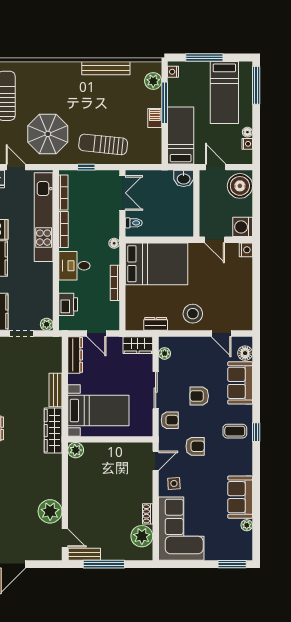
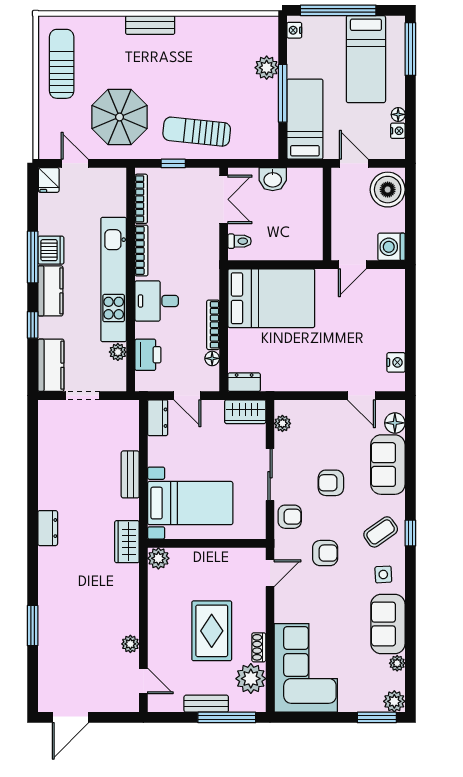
window: (204, 58) -> (338, 10), width x1.46
bench: (106, 68) -> (150, 25), moved, width x0.73
plant: (153, 81) -> (267, 68), moved
window: (165, 103) -> (283, 93), moved
barbecue: (155, 118) -> (269, 95), removed
washbasin: (184, 178) -> (273, 179), moved
kitchen unit: (44, 217) -> (114, 279), moved
door: (215, 240) -> (352, 265), hinge flipped
floor lamp: (114, 243) -> (212, 358), moved
nightstand: (246, 250) -> (396, 362), moved
stool: (193, 314) -> (322, 368), removed
plant: (47, 324) -> (118, 352), moved
dresser: (156, 324) -> (244, 382), moved
dresser: (75, 355) -> (158, 418), width x0.70
wardrobe: (53, 431) -> (127, 542), width x0.67
coffee table: (235, 431) -> (381, 532), turned -35
side table: (174, 483) -> (383, 574), moved
rug: (114, 502) -> (212, 631), added
plant: (50, 511) -> (130, 644), width x0.53, depth x0.53
plant: (245, 553) -> (394, 701), added
bench: (84, 554) -> (206, 704), moved
window: (104, 564) -> (227, 717), moved

